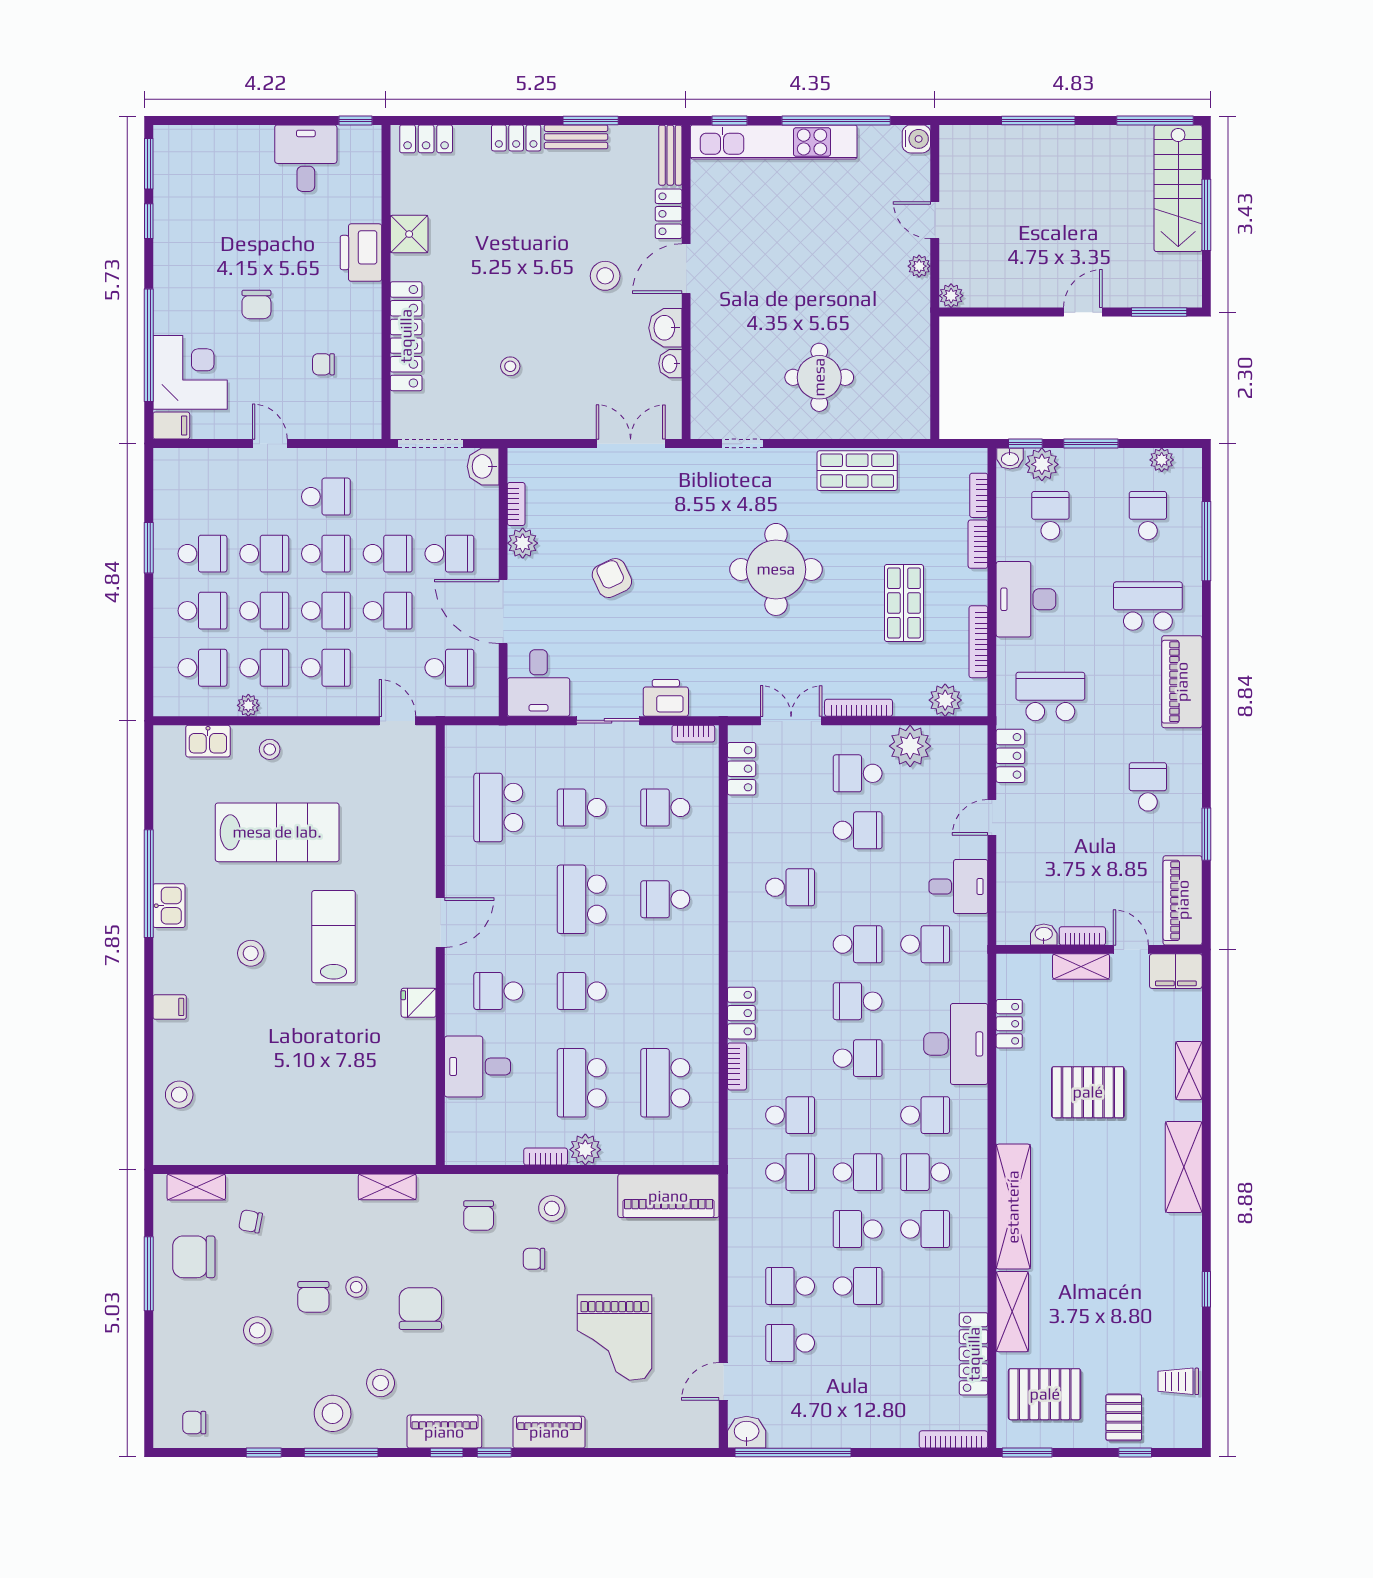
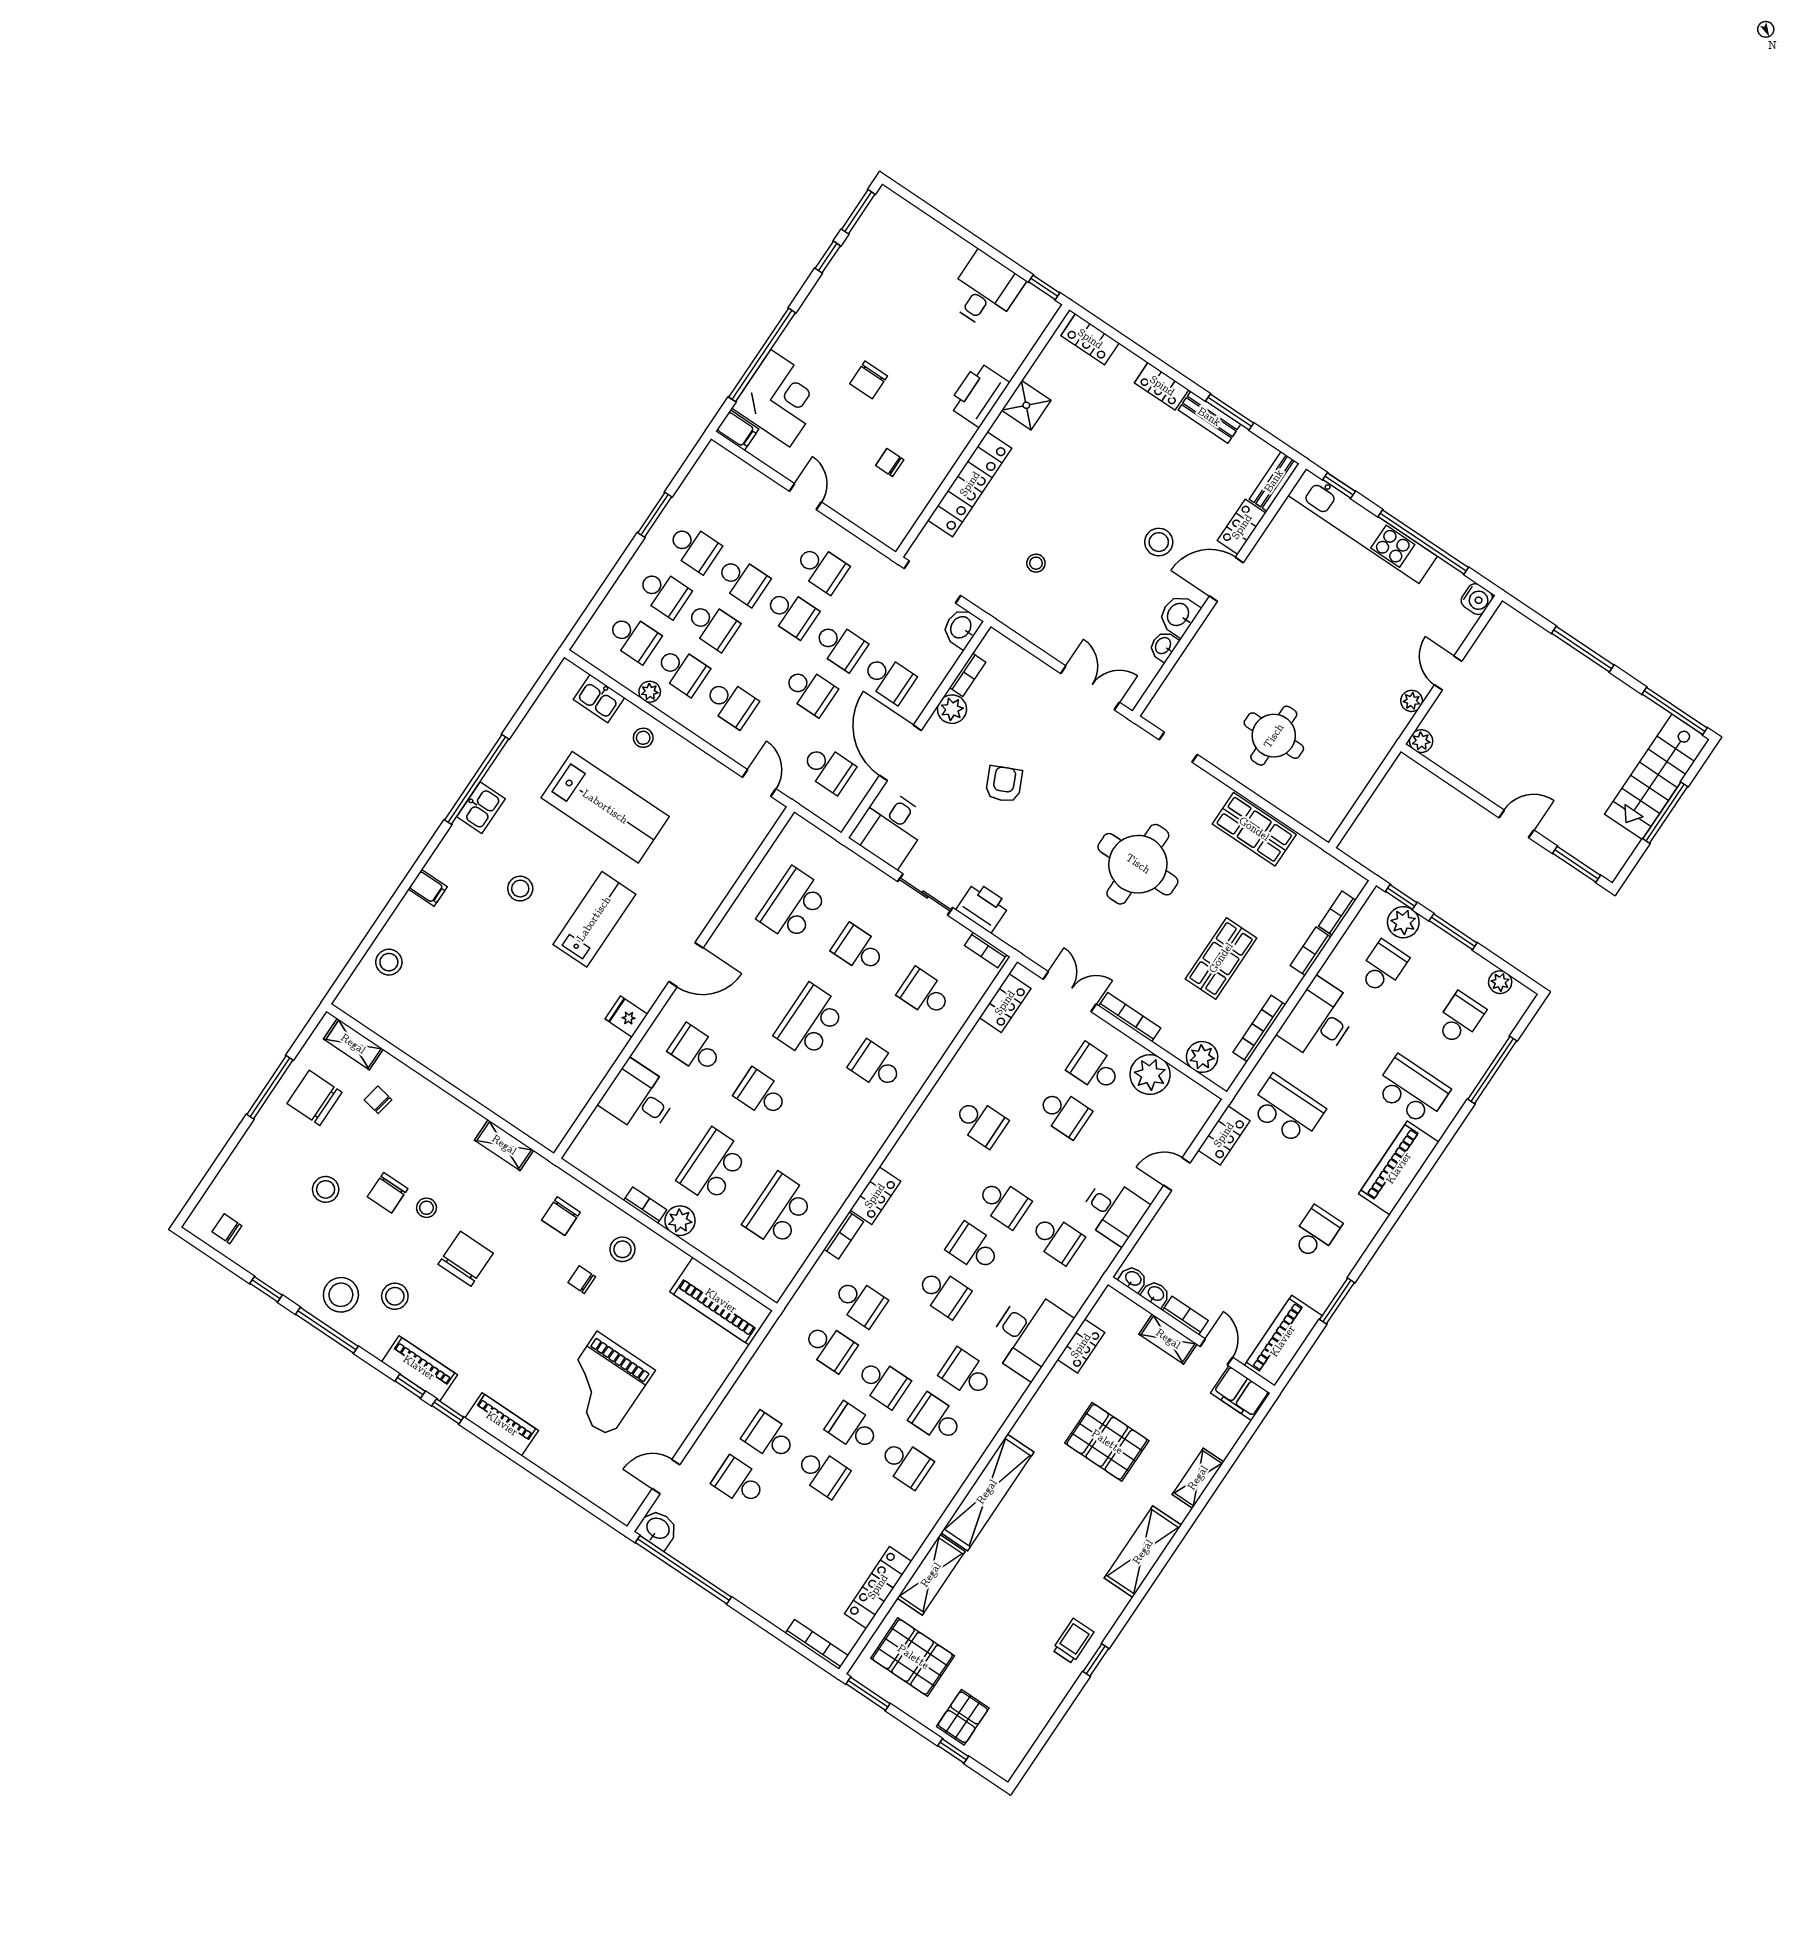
washbasin: (1010, 458) -> (1133, 1279), moved, turned 180
school desk: (326, 611) -> (761, 658), removed
school desk: (925, 1115) -> (966, 1374), turned 180
trolley: (1178, 1381) -> (1073, 1641), moved, turned 90

